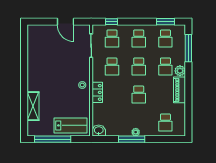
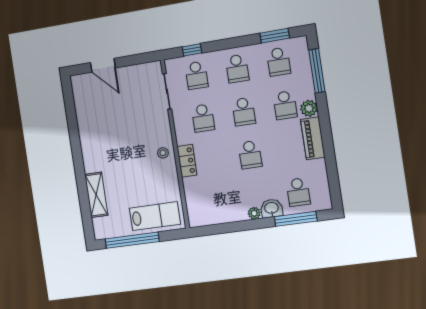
door: (66, 22) -> (103, 65), moved
washbasin: (99, 131) -> (272, 208), moved
window: (132, 139) -> (296, 219), moved

